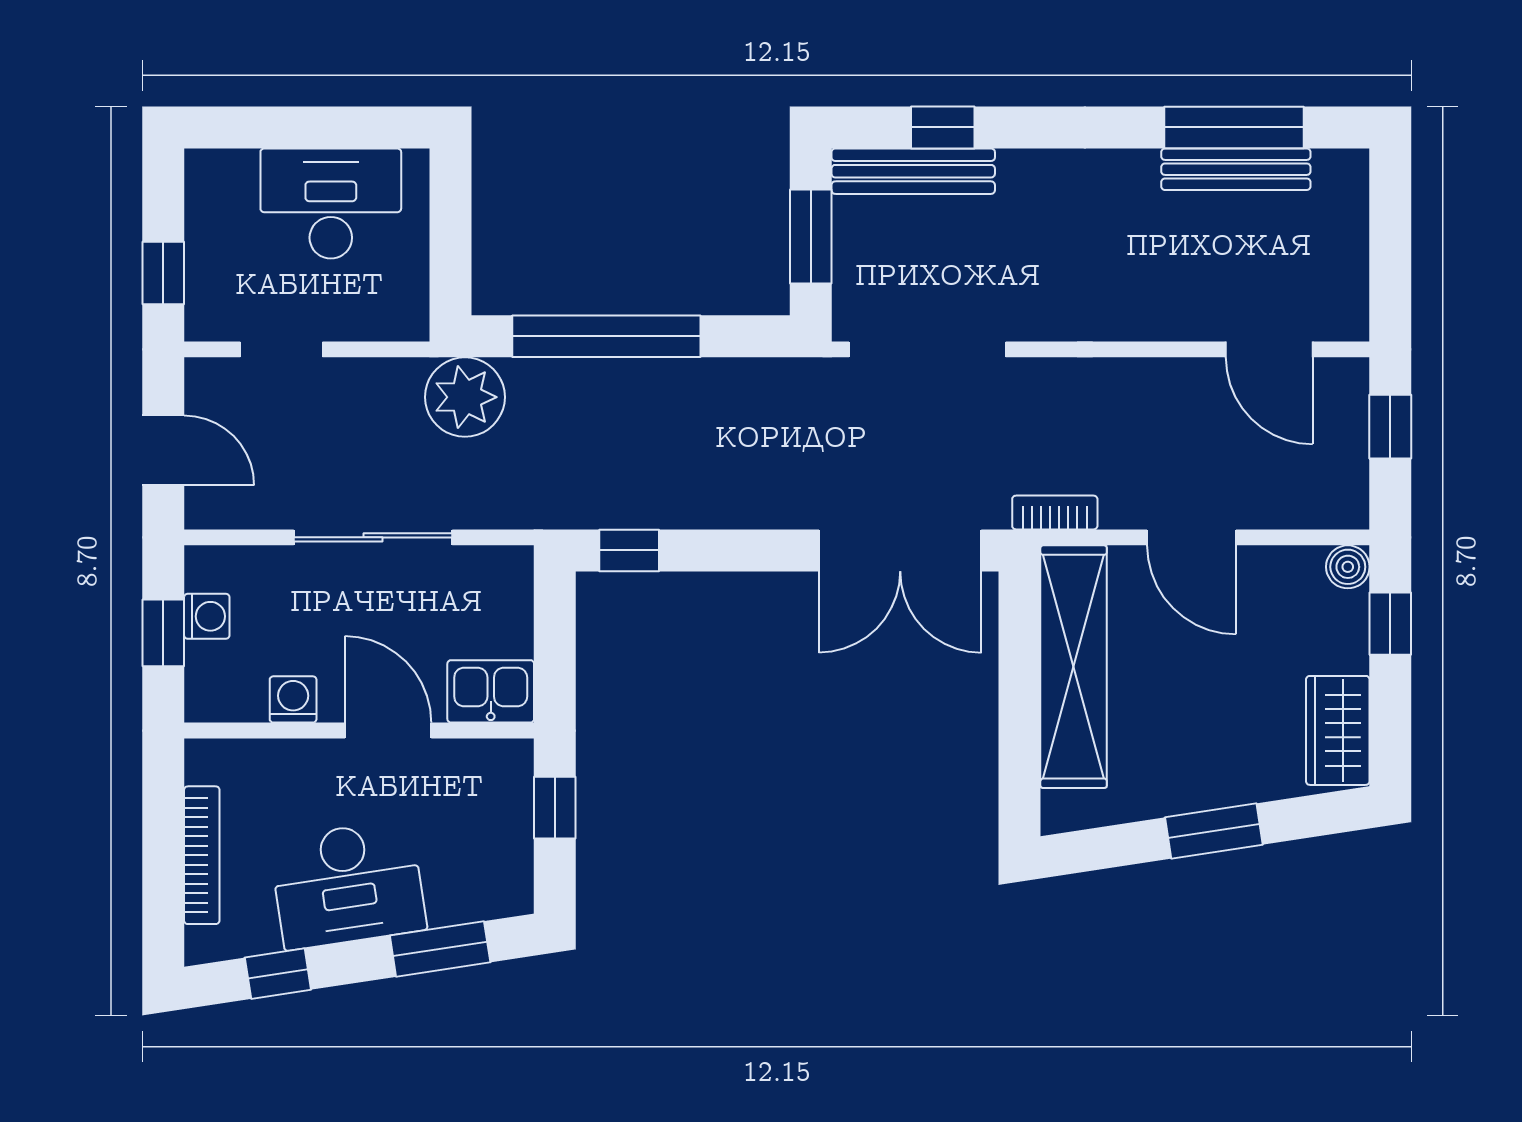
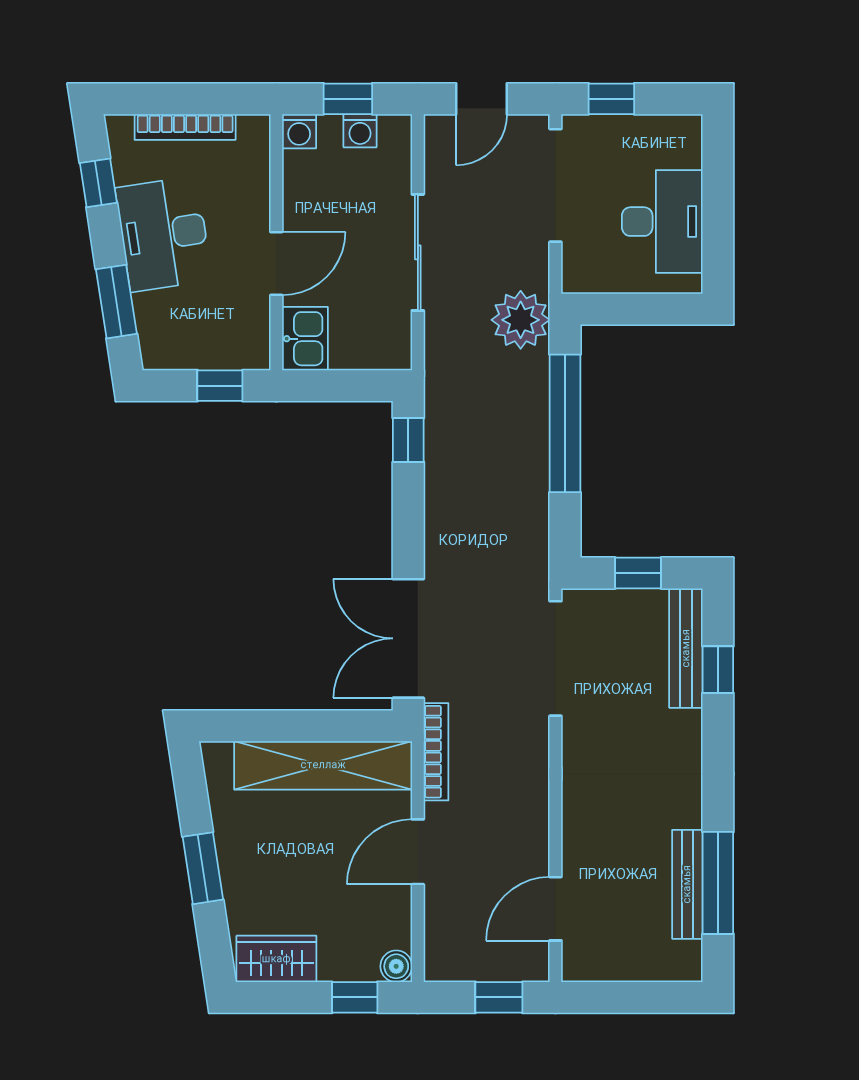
window: (811, 237) -> (638, 573), width x0.67
doorway: (281, 349) -> (555, 185), width x1.87
bookcase: (1055, 513) -> (436, 752), width x1.56
washing machine: (293, 699) -> (299, 131), moved, turned 90

